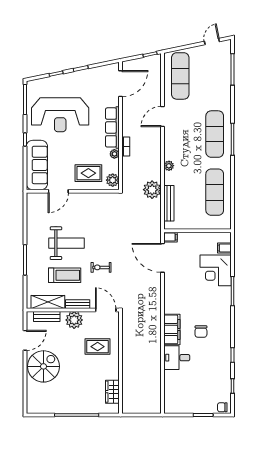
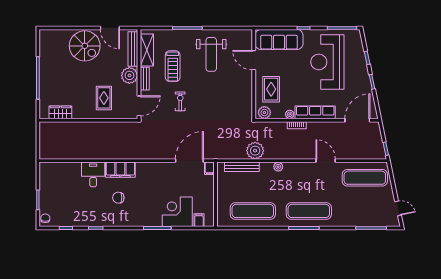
door: (121, 84) -> (357, 120), swing flipped
weight bench: (67, 243) -> (211, 54), moved
bench: (47, 316) -> (133, 49), width x1.36

